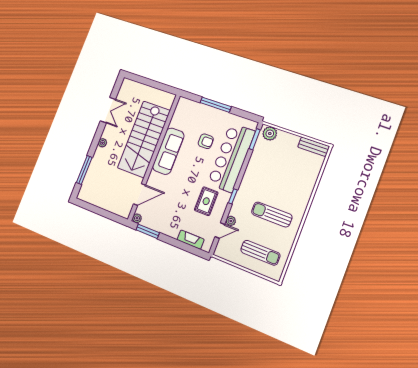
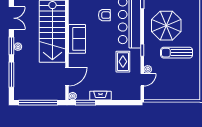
window: (96, 139) -> (11, 46), added
sofa: (168, 151) -> (77, 39), width x0.73
parasol: (271, 178) -> (166, 26), added
window: (99, 211) -> (38, 103), added
fireplace: (191, 240) -> (100, 96), moved
sun lounger: (260, 253) -> (179, 84), removed

